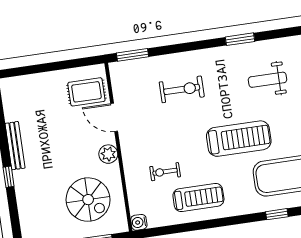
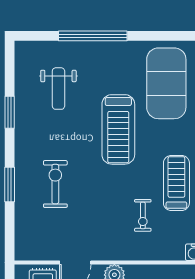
window: (132, 55) -> (10, 184), moved
treadmill: (239, 139) -> (118, 129), turned 180

